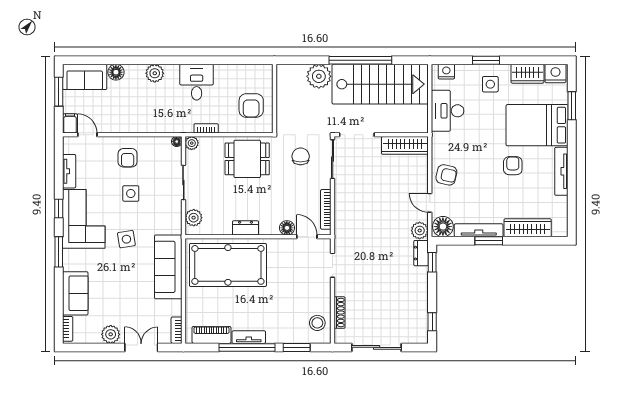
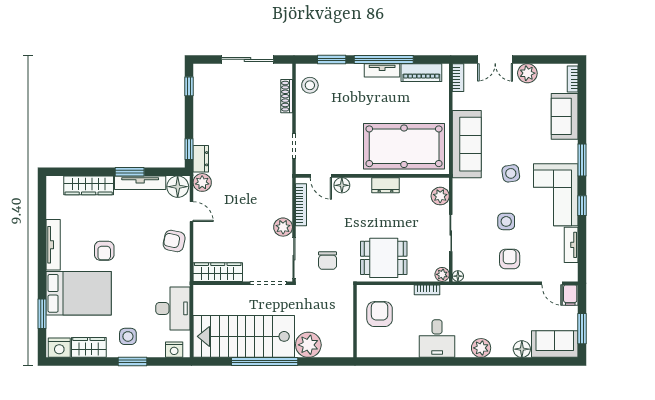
plant: (343, 188) -> (283, 227), added

